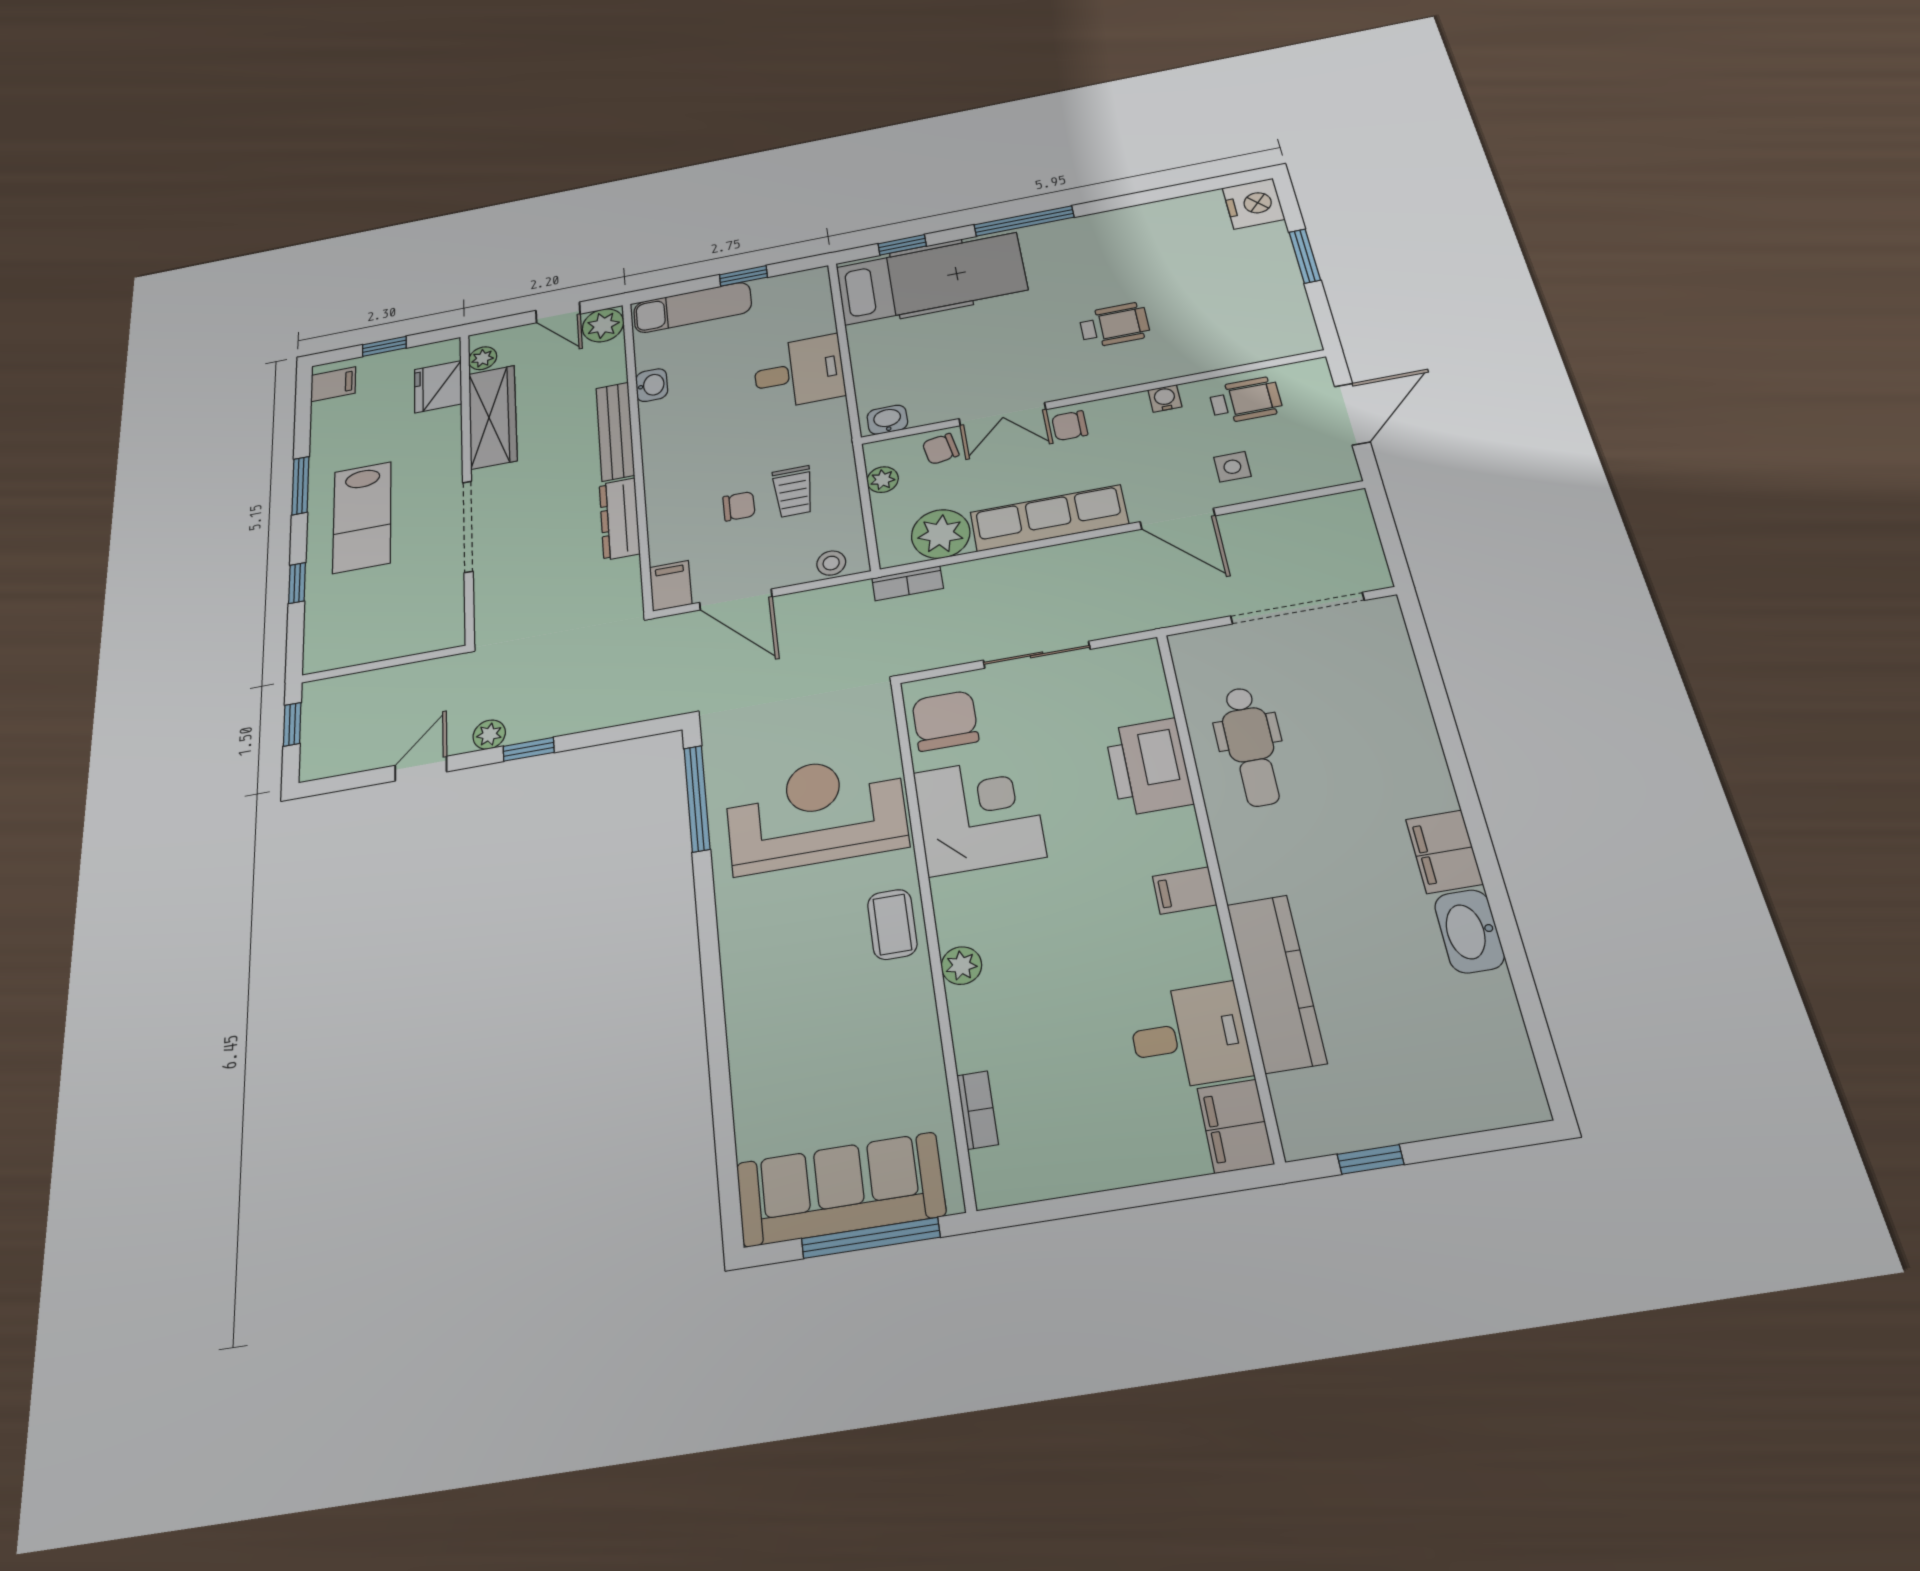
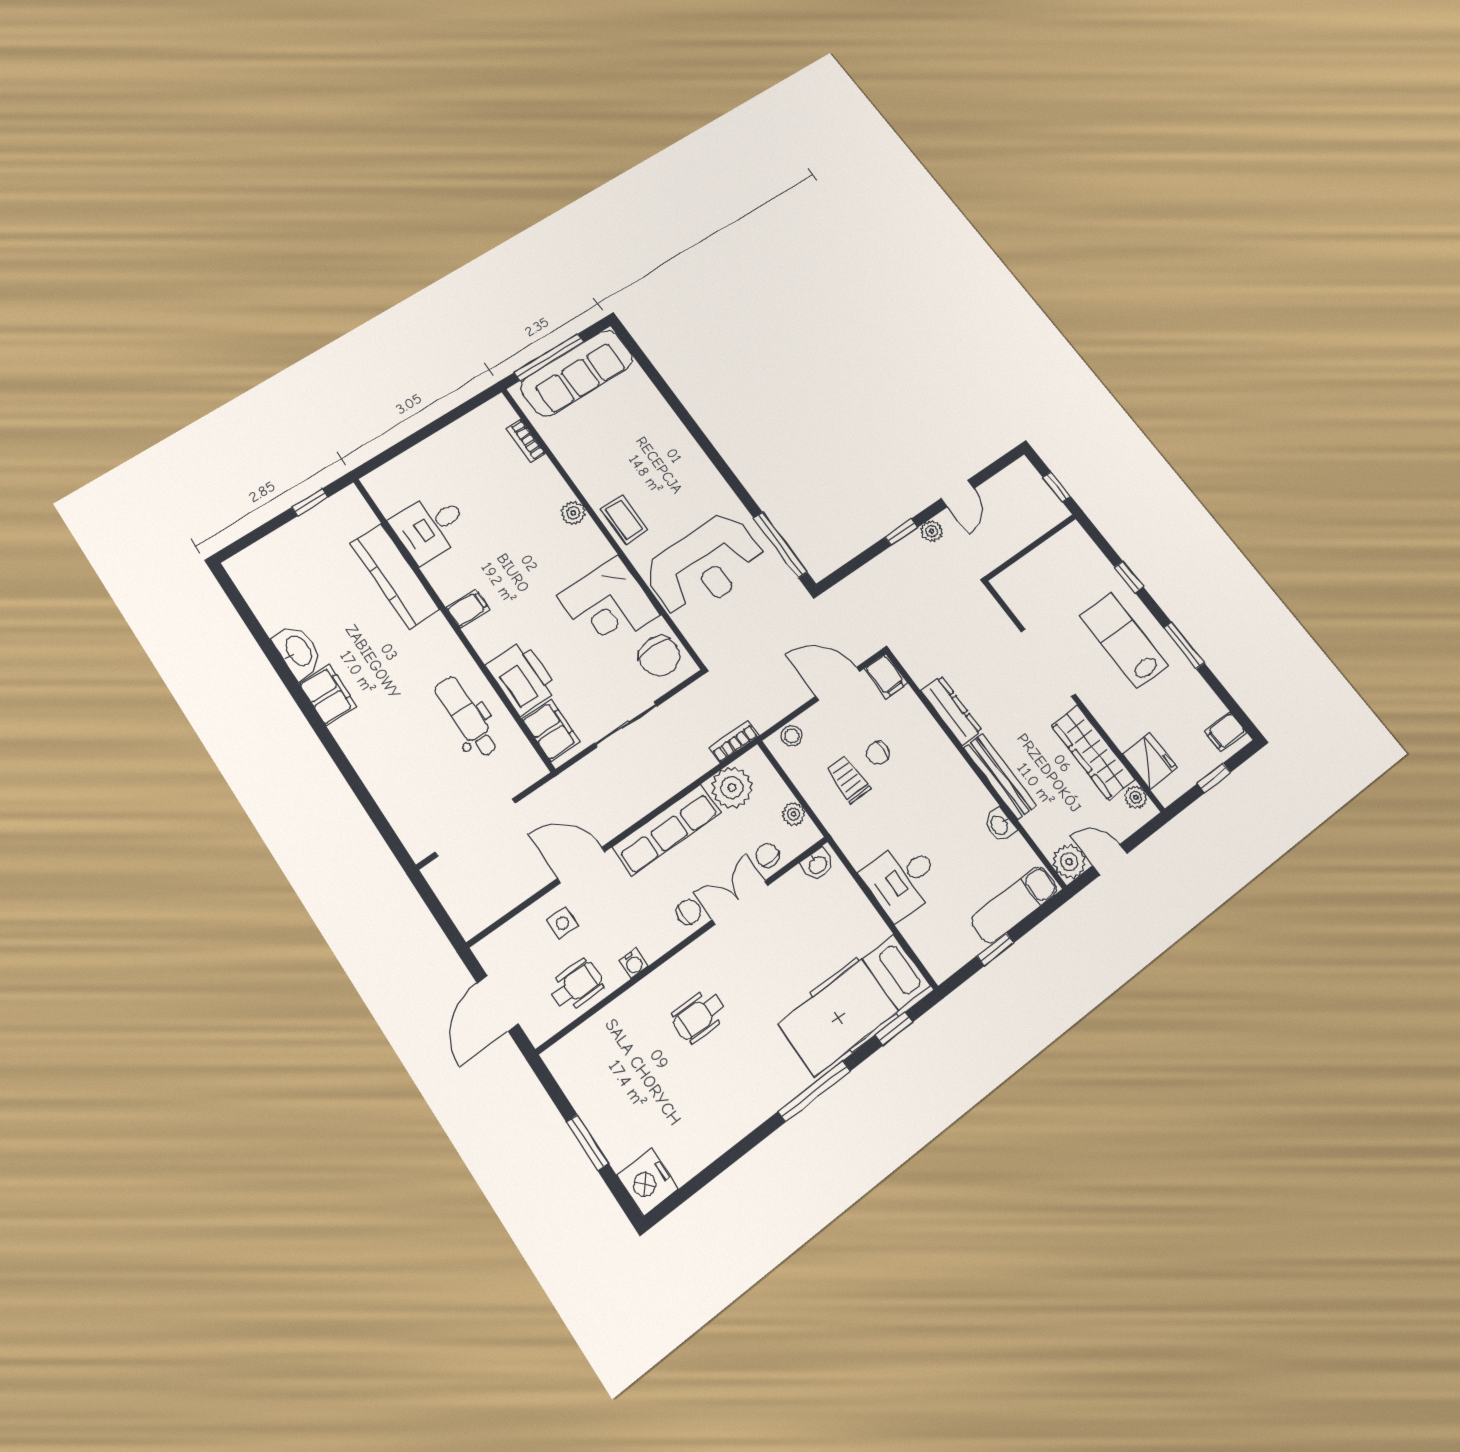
wheelchair: (1246, 400) -> (577, 985), turned 180
chair: (941, 449) -> (768, 855), turned -83
filing cabinet: (1235, 1126) -> (551, 730), moved

